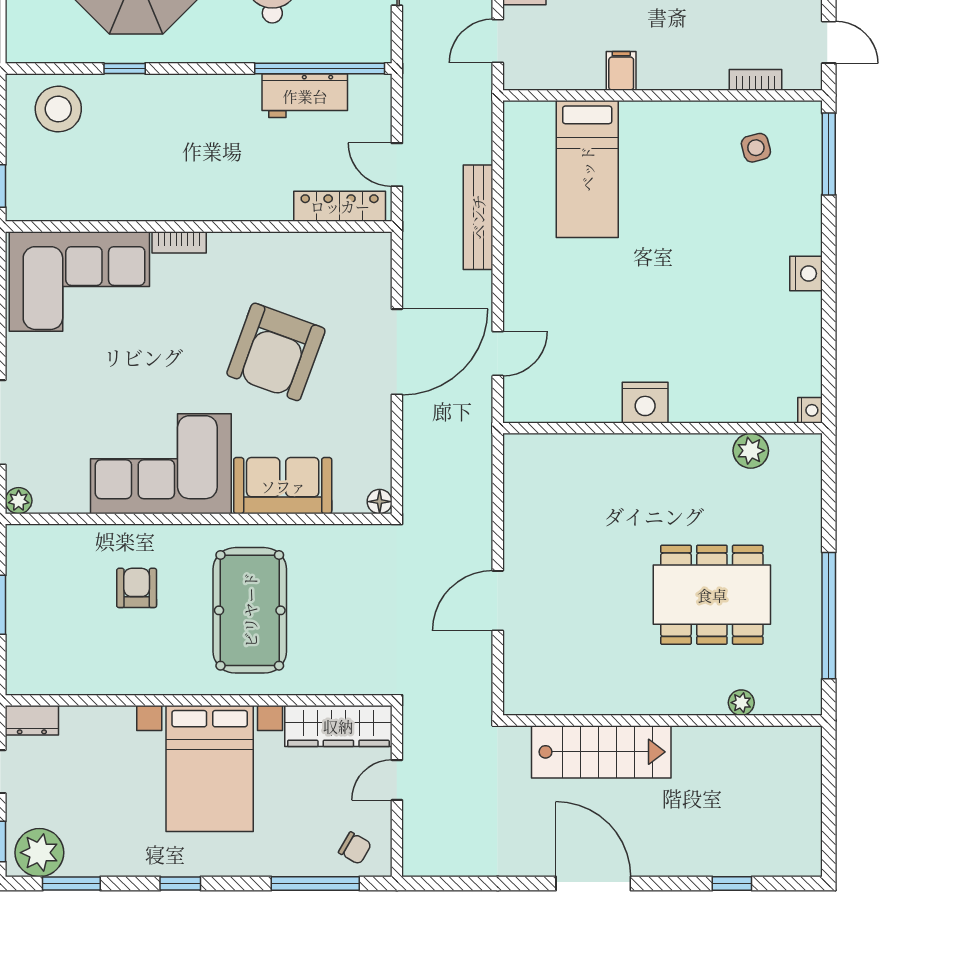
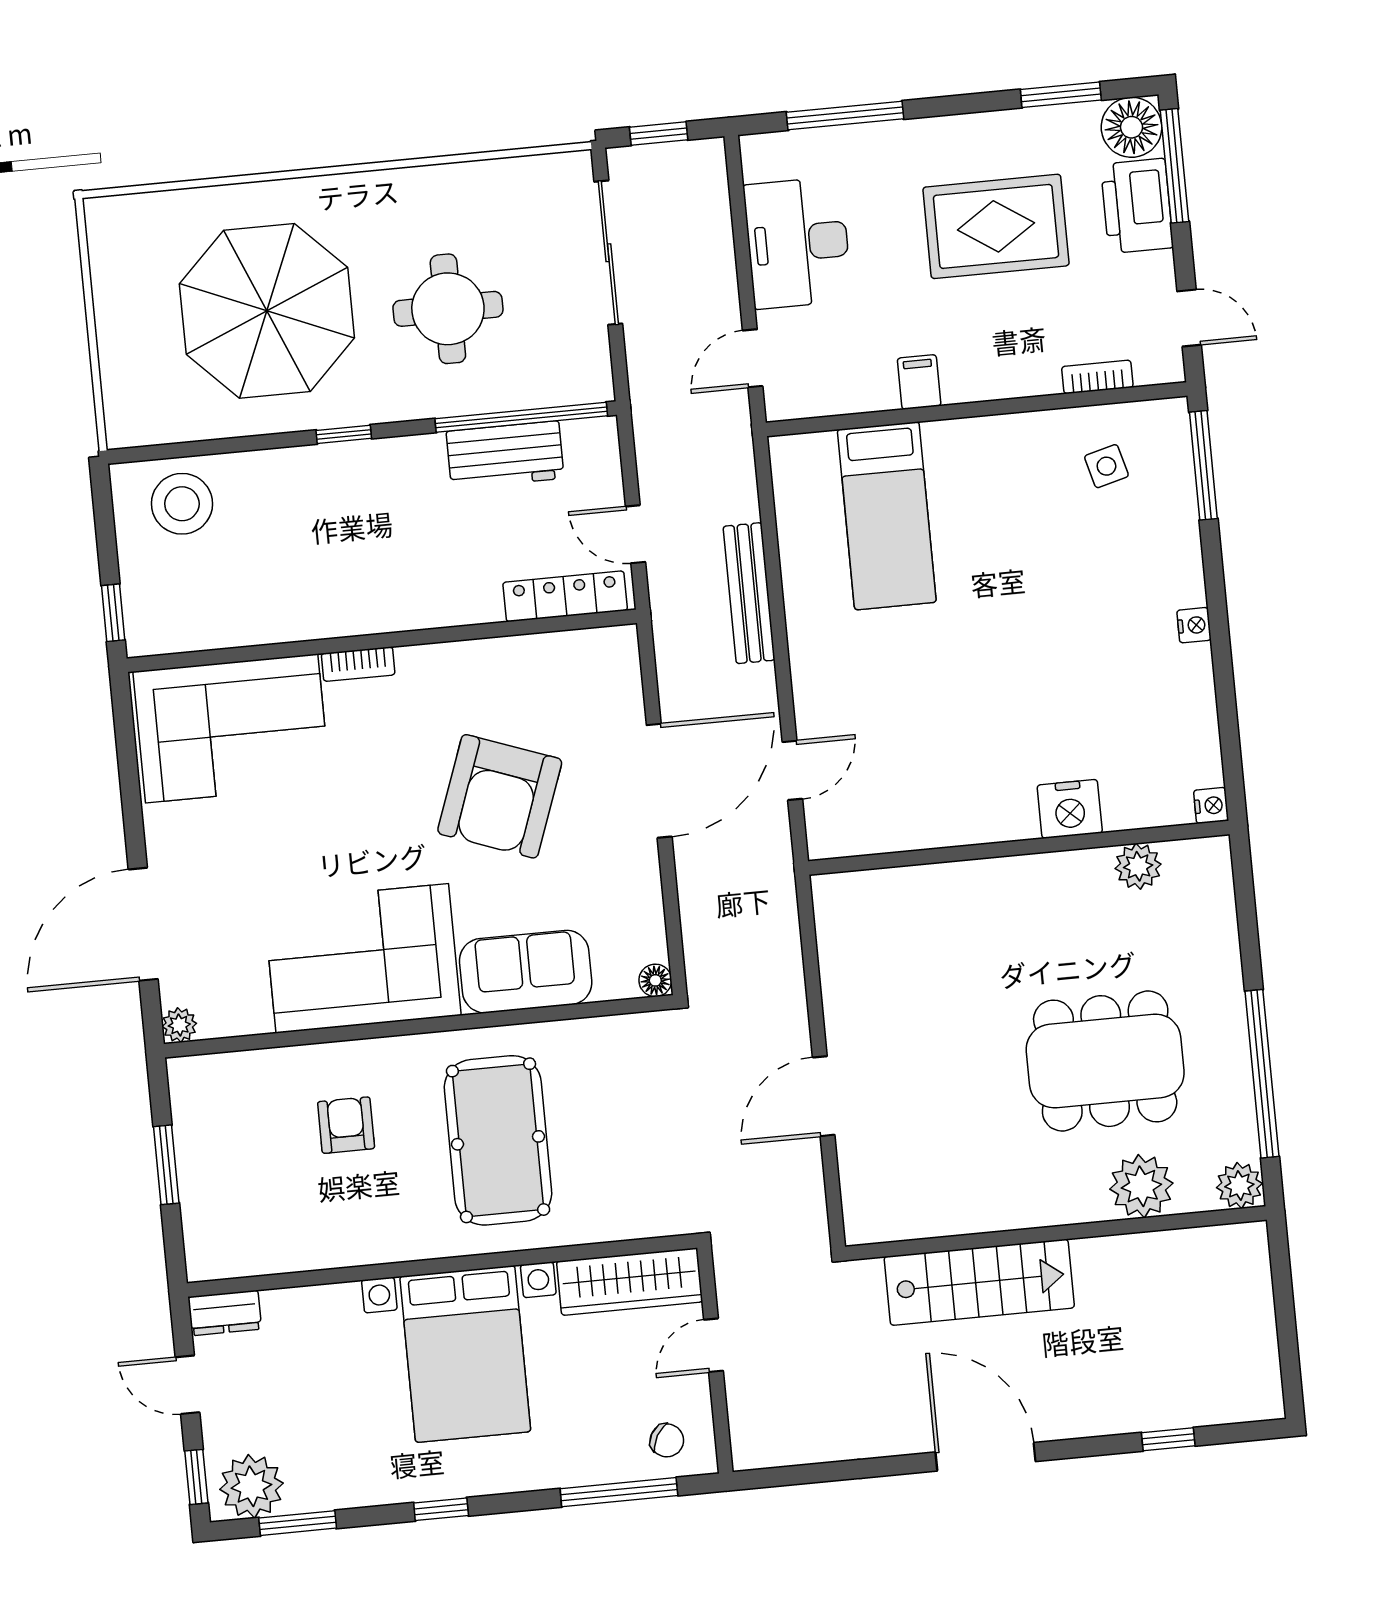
window: (125, 69) -> (344, 434), moved
nightstand: (806, 274) -> (1194, 625), width x0.72, depth x0.74
nightstand: (645, 403) -> (1070, 809), moved
plant: (804, 698) -> (1239, 1185), added
plant: (741, 703) -> (1141, 1186), width x1.88, depth x1.88

